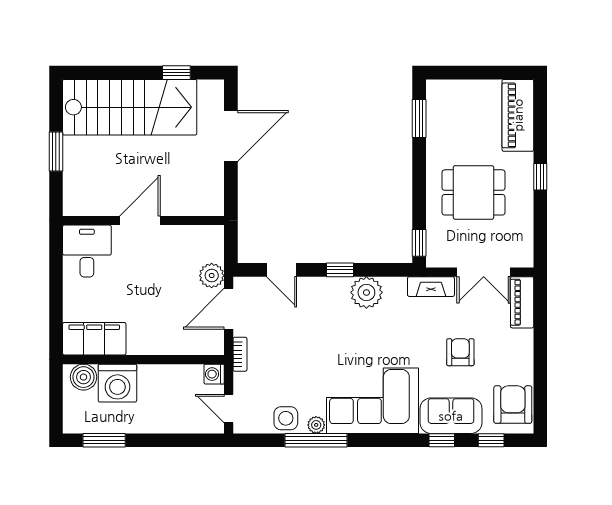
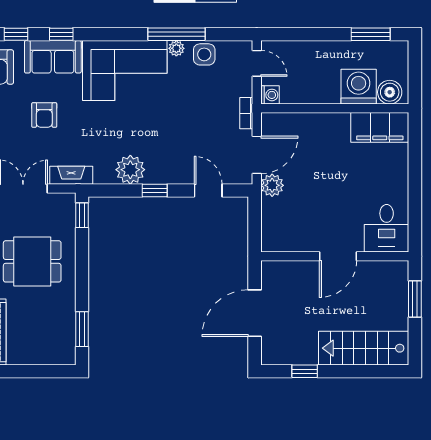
stairs: (130, 107) -> (364, 348), width x0.73, depth x0.66
door: (140, 221) -> (338, 256), moved
wall: (143, 221) -> (335, 256), moved
desk: (87, 251) -> (387, 228), moved

